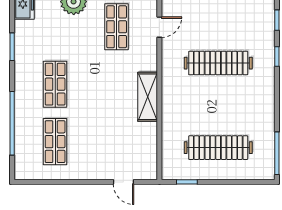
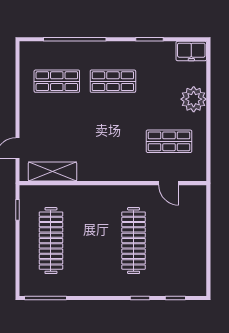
shelving: (148, 97) -> (53, 172), moved

